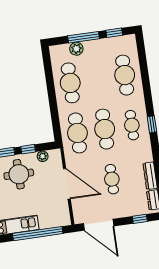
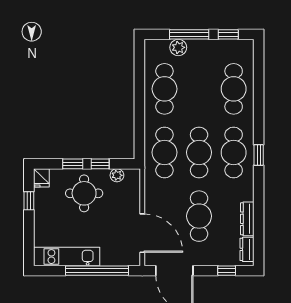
cafe table: (132, 125) -> (234, 152), width x1.37, depth x1.35
cafe table: (112, 179) -> (199, 216), width x1.37, depth x1.35
door: (67, 184) -> (142, 233), moved

